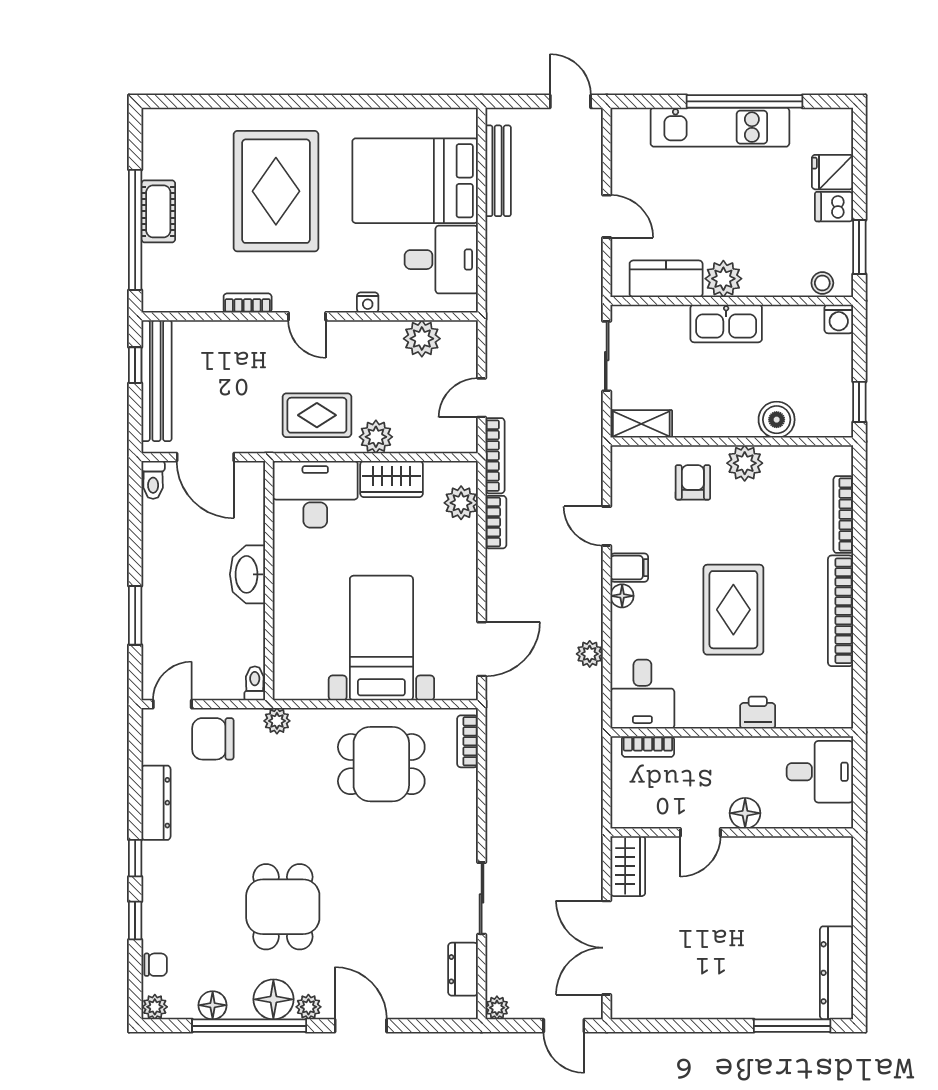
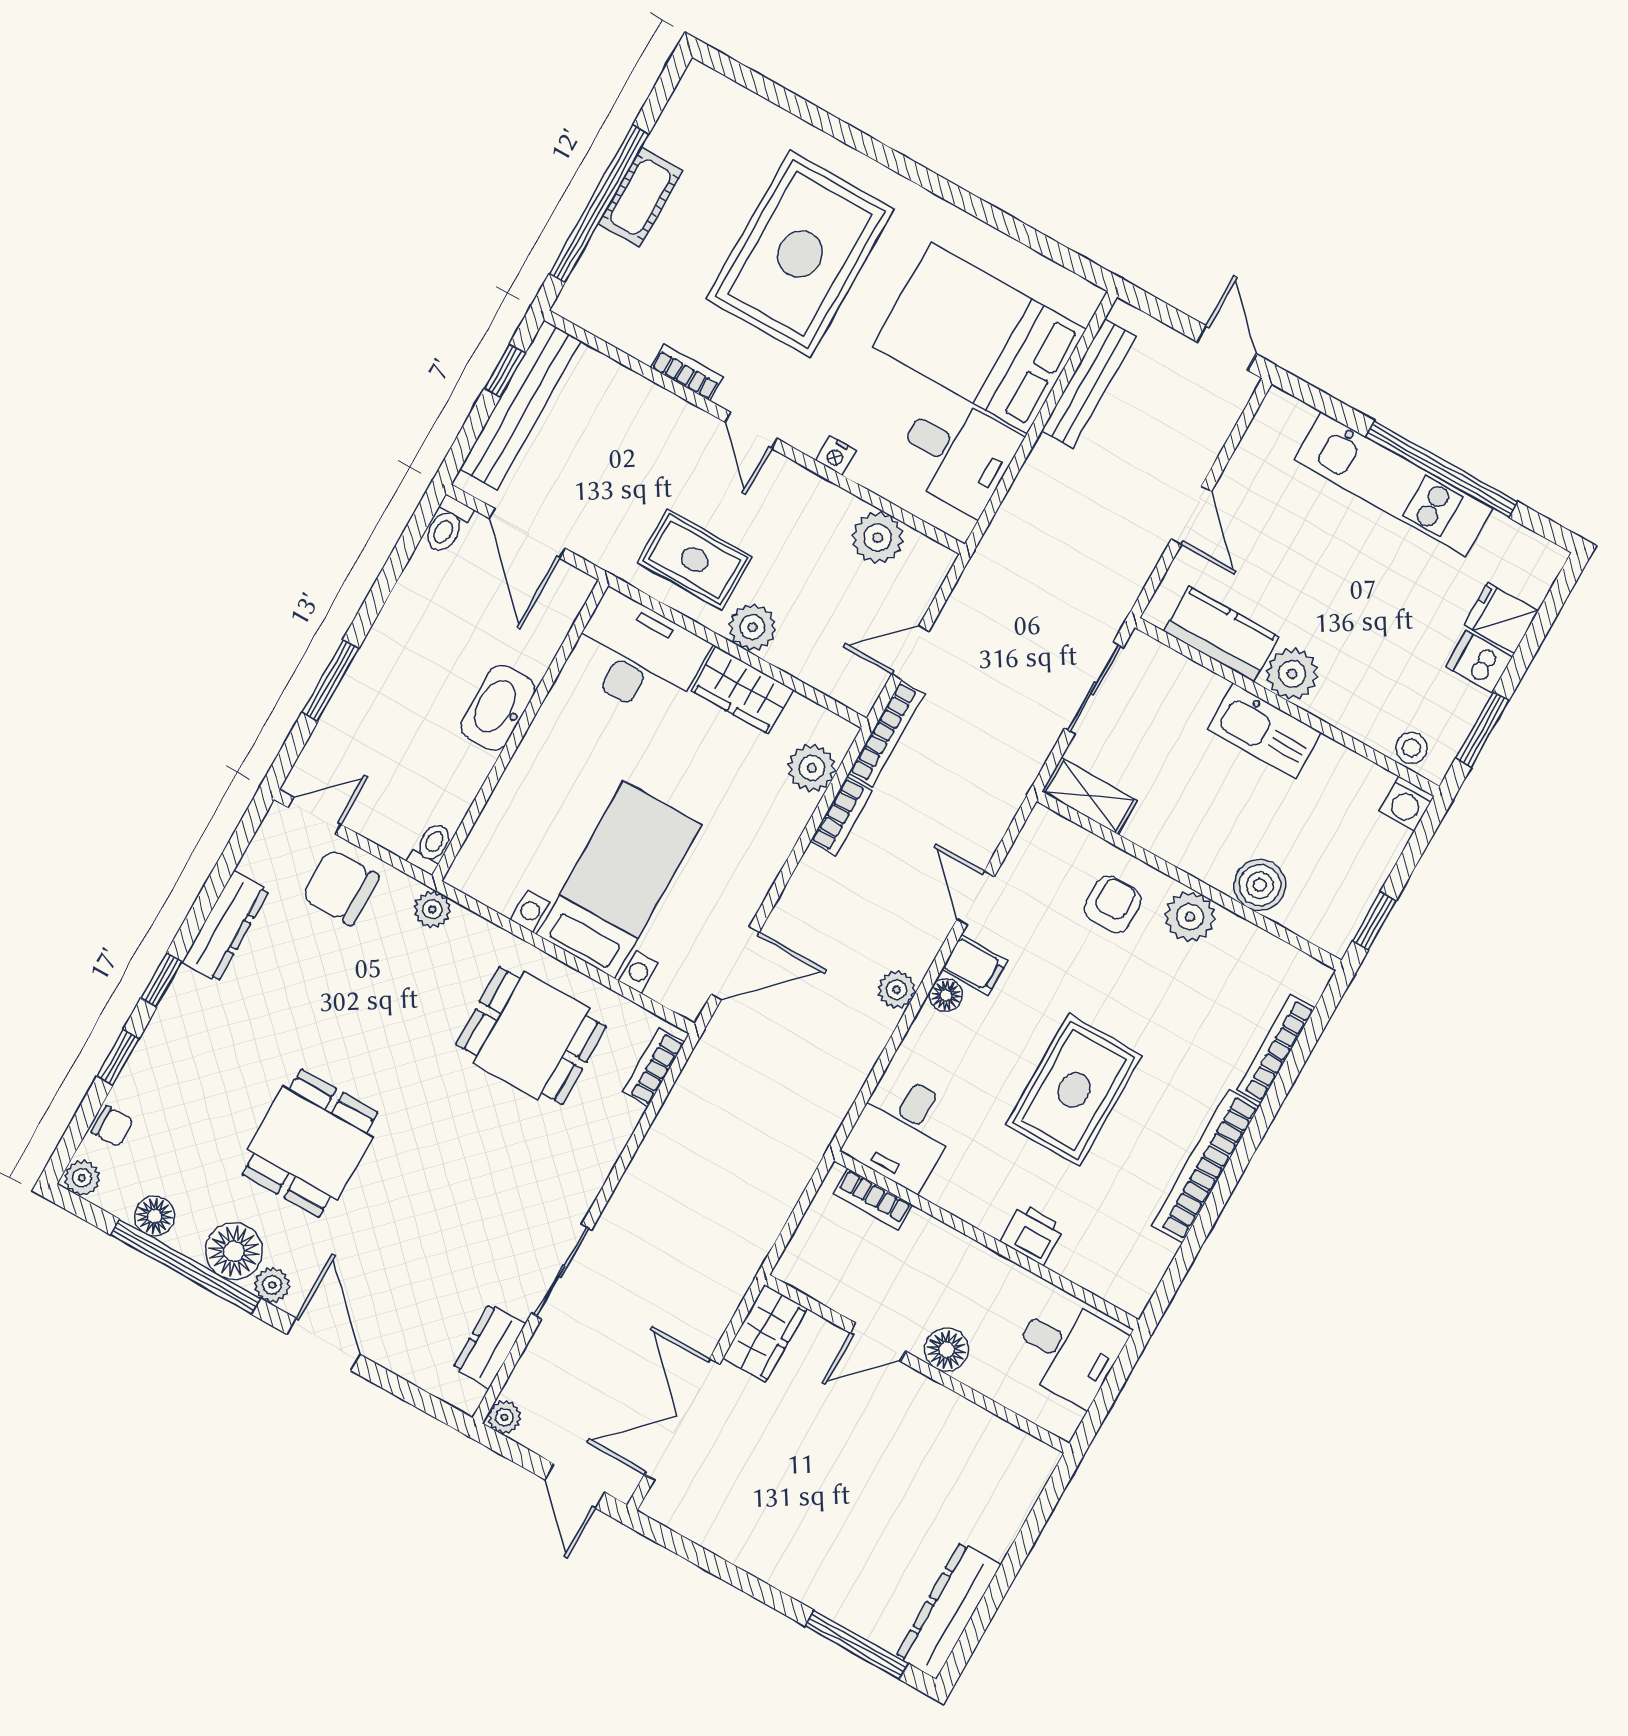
plant: (590, 654) -> (896, 989), moved

